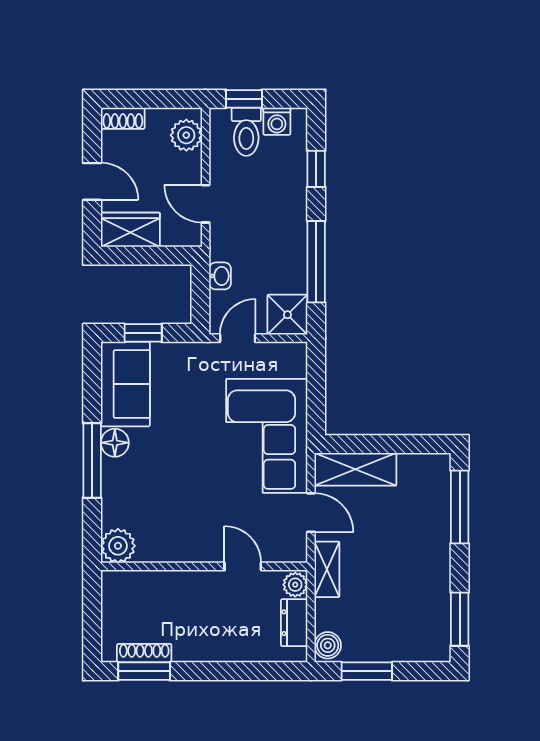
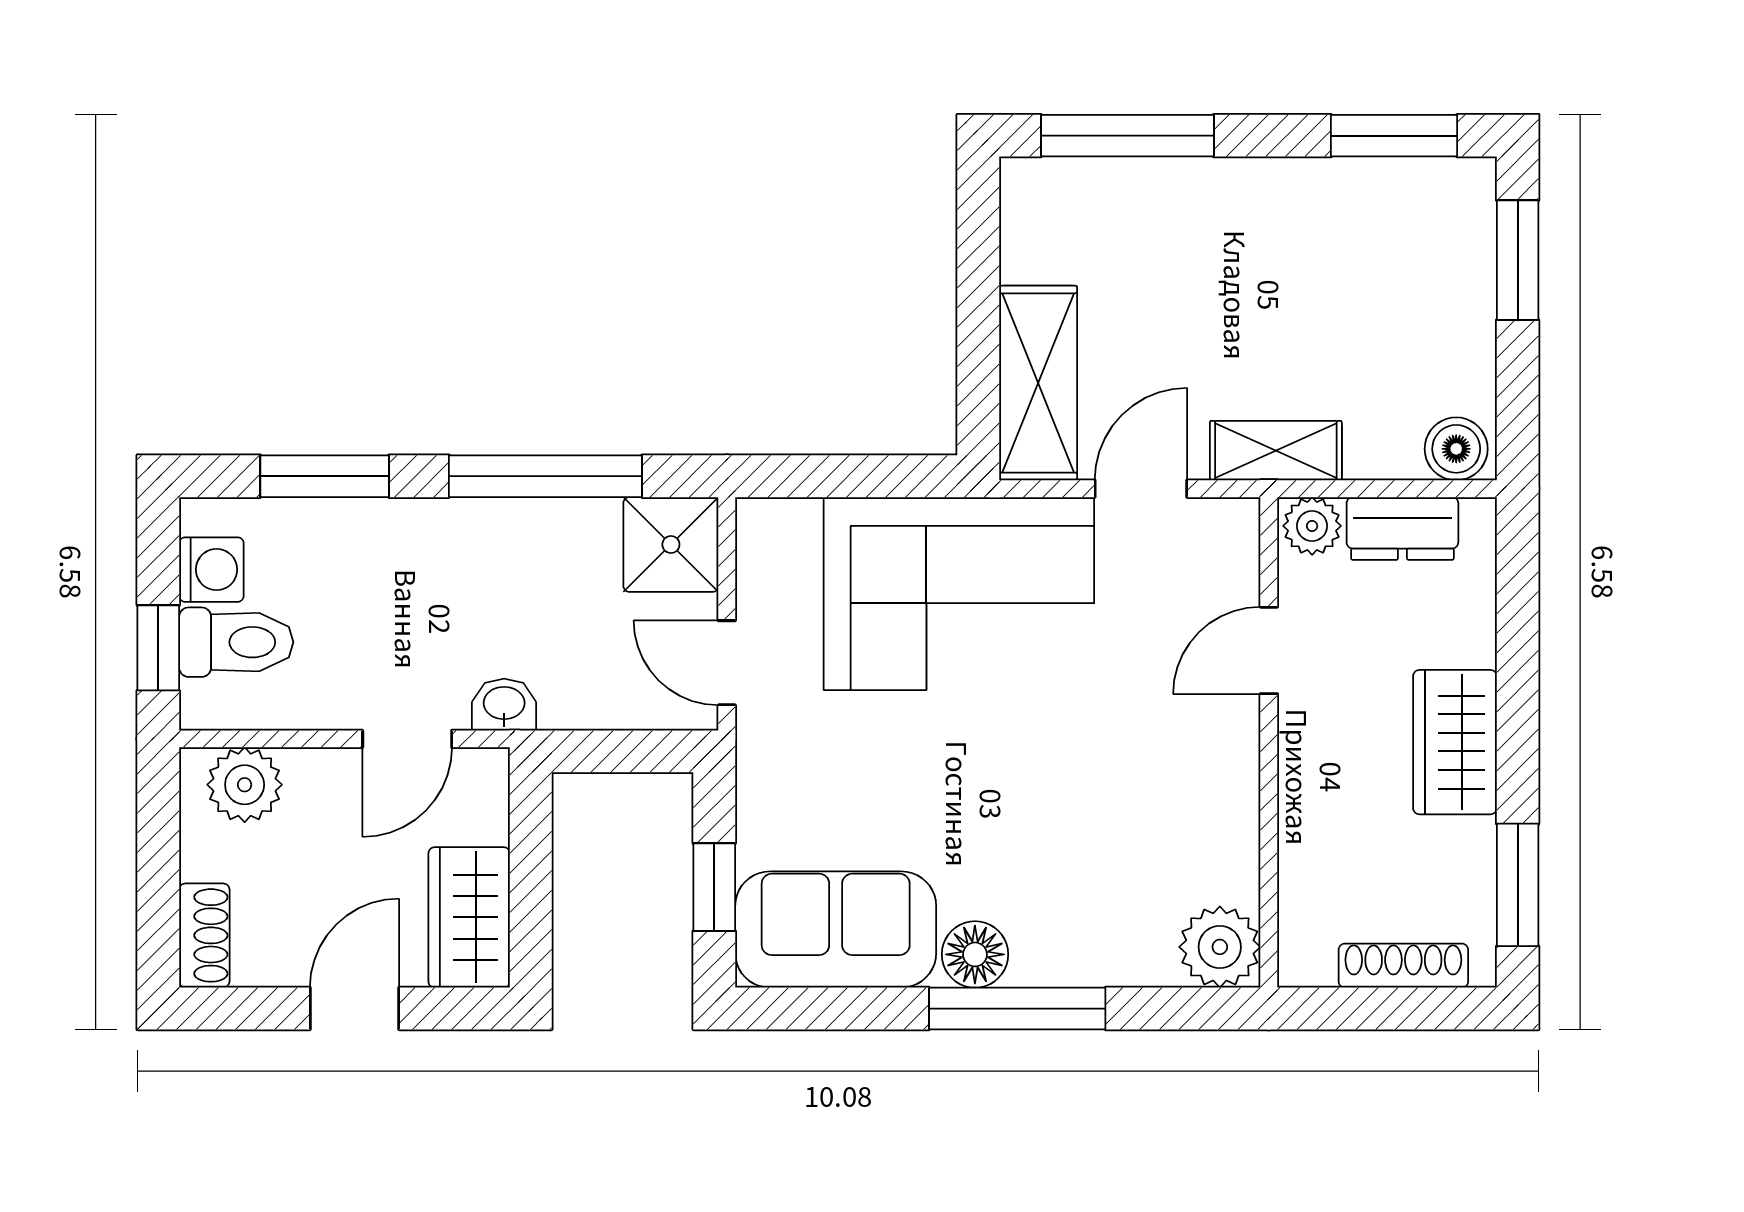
window: (316, 169) -> (325, 476), width x1.50
washbasin: (220, 276) -> (504, 705), moved
wardrobe: (204, 645) -> (1455, 742), added
shoe rack: (144, 653) -> (1403, 966), moved, turned 90
window: (367, 671) -> (1518, 260), moved

